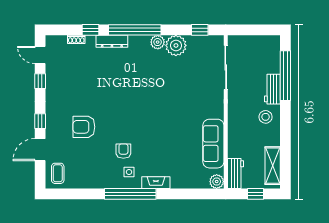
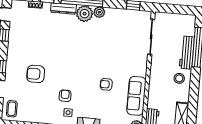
plant: (176, 45) -> (85, 14), moved
workbench: (272, 89) -> (187, 53), width x1.38
armchair: (174, 132) -> (106, 84), added

